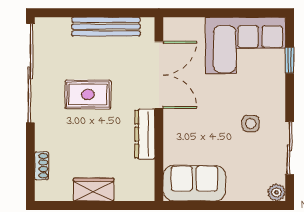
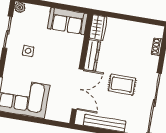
double door: (159, 75) -> (78, 89), swing flipped
wardrobe: (94, 190) -> (98, 27), moved, turned -90

